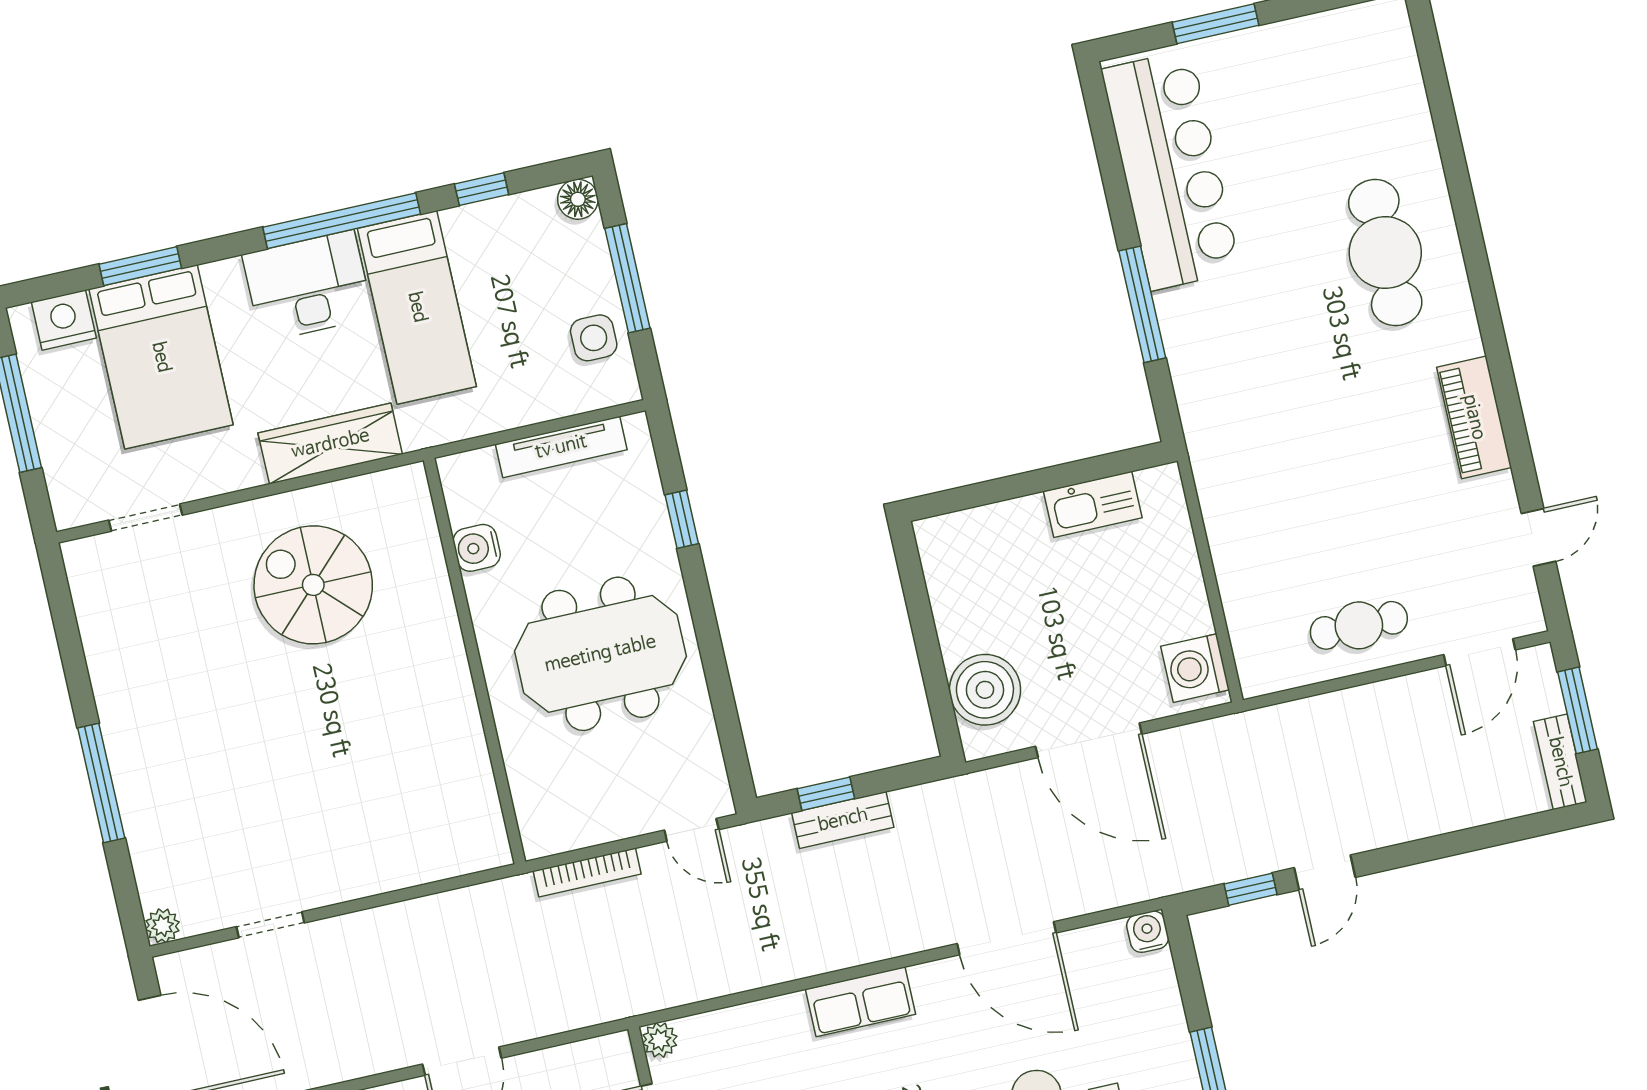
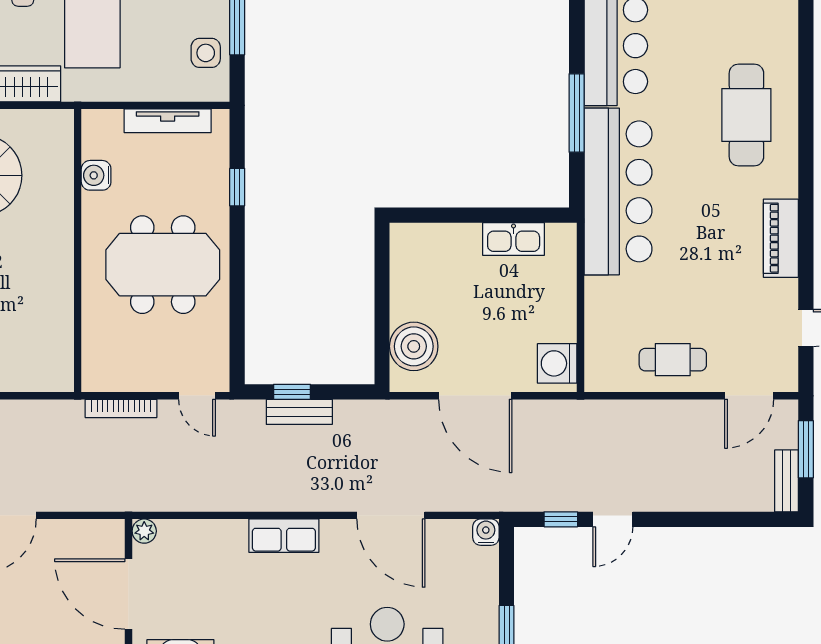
bar counter: (1227, 403) -> (618, 191), added

